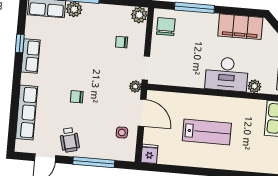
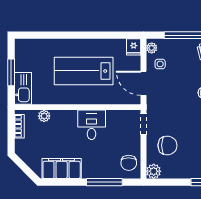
chair: (122, 42) -> (167, 145), width x1.87, depth x1.87
desk: (227, 74) -> (92, 125), moved, width x0.73
plant: (135, 86) -> (152, 48), moved
lab bench: (207, 132) -> (84, 71), width x1.36, depth x1.39

